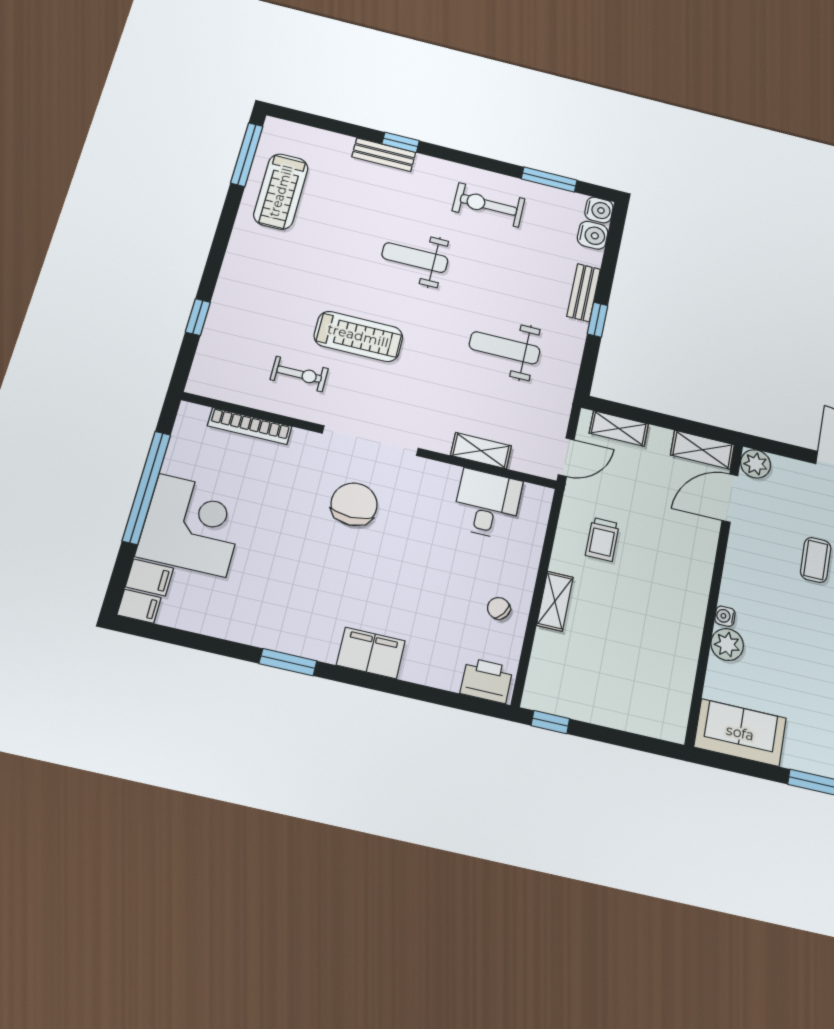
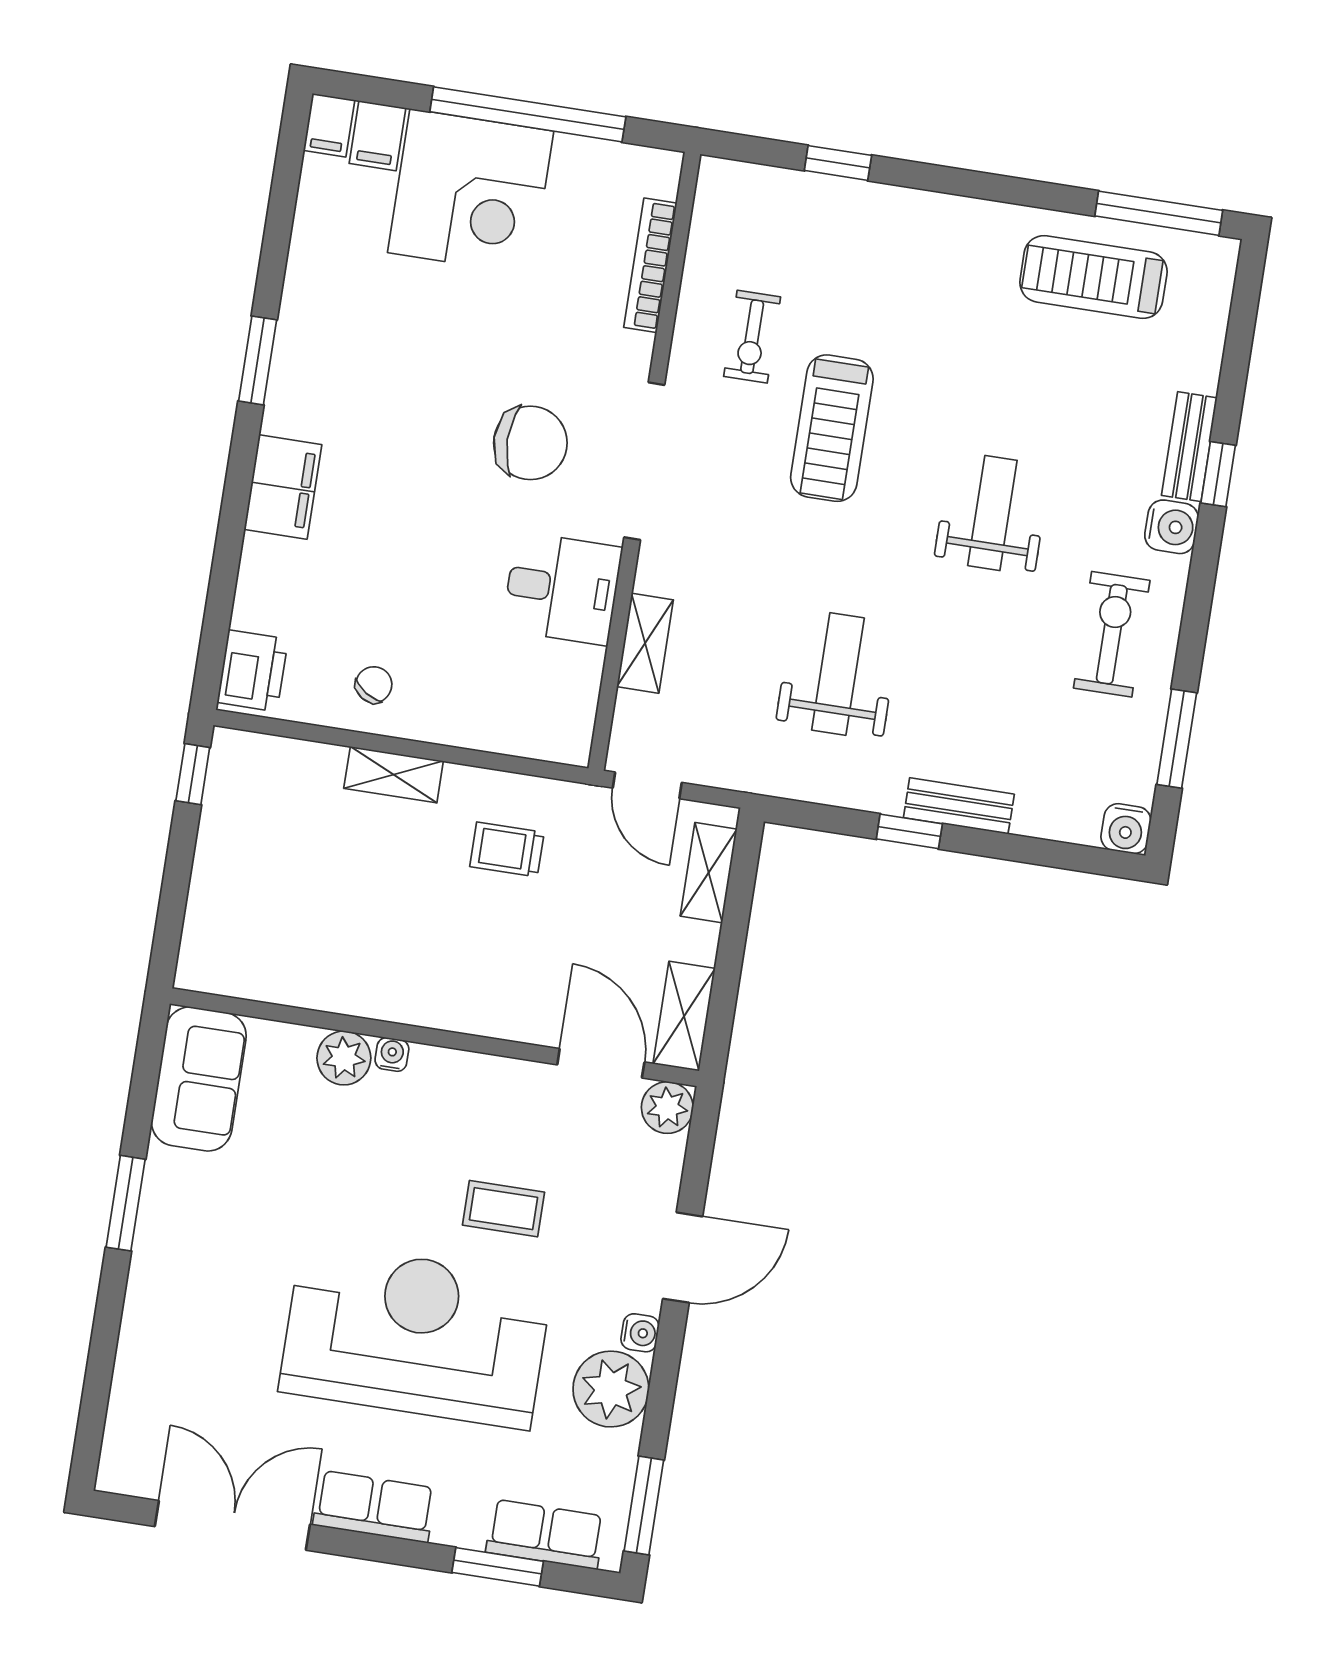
water cooler: (593, 235) -> (1172, 527), moved, turned -90
desk: (487, 504) -> (562, 588), moved

